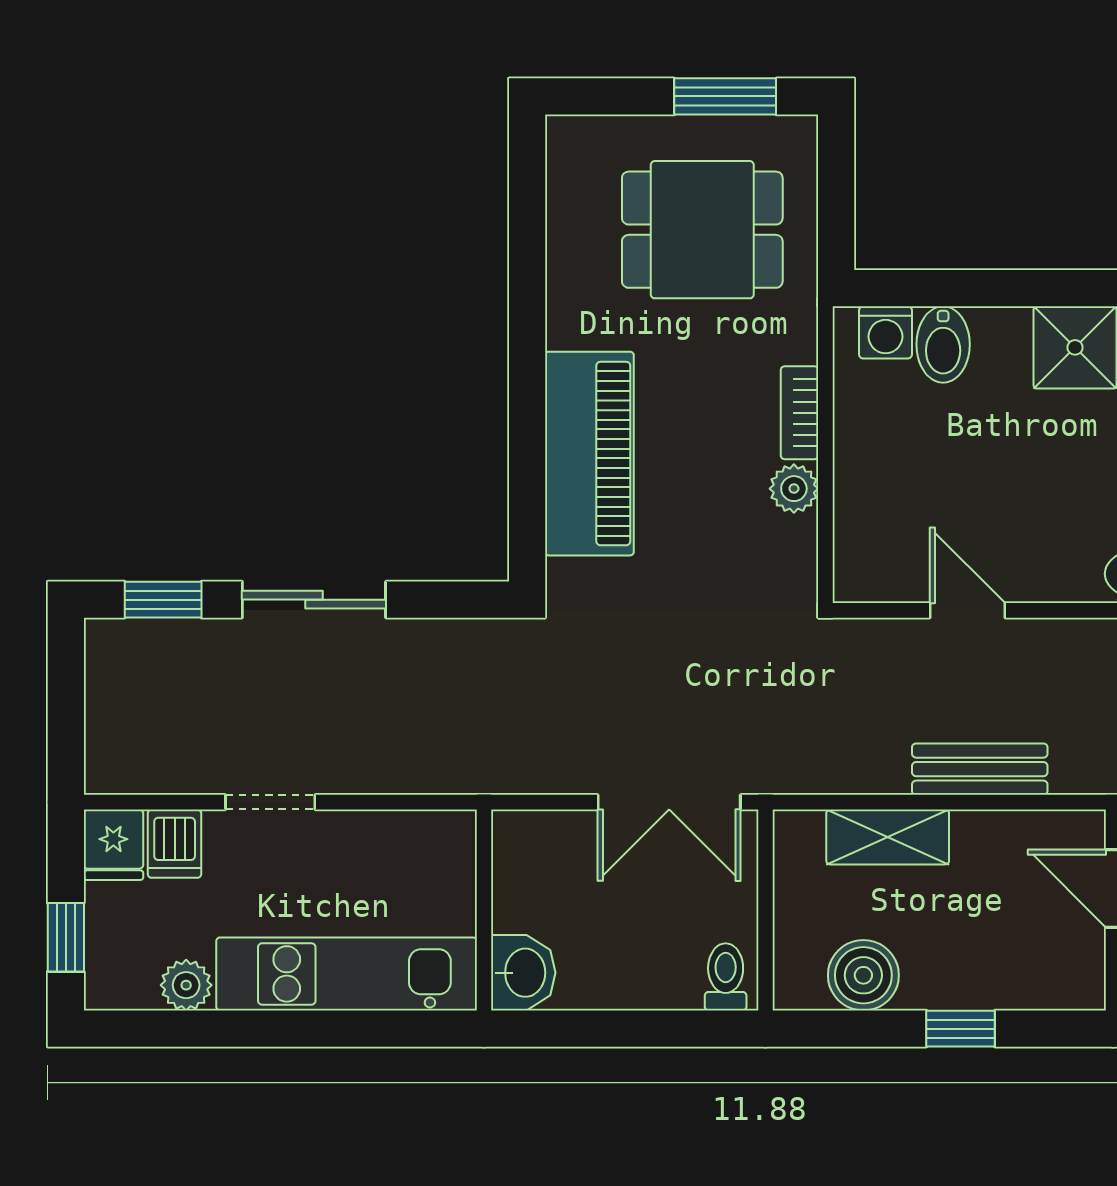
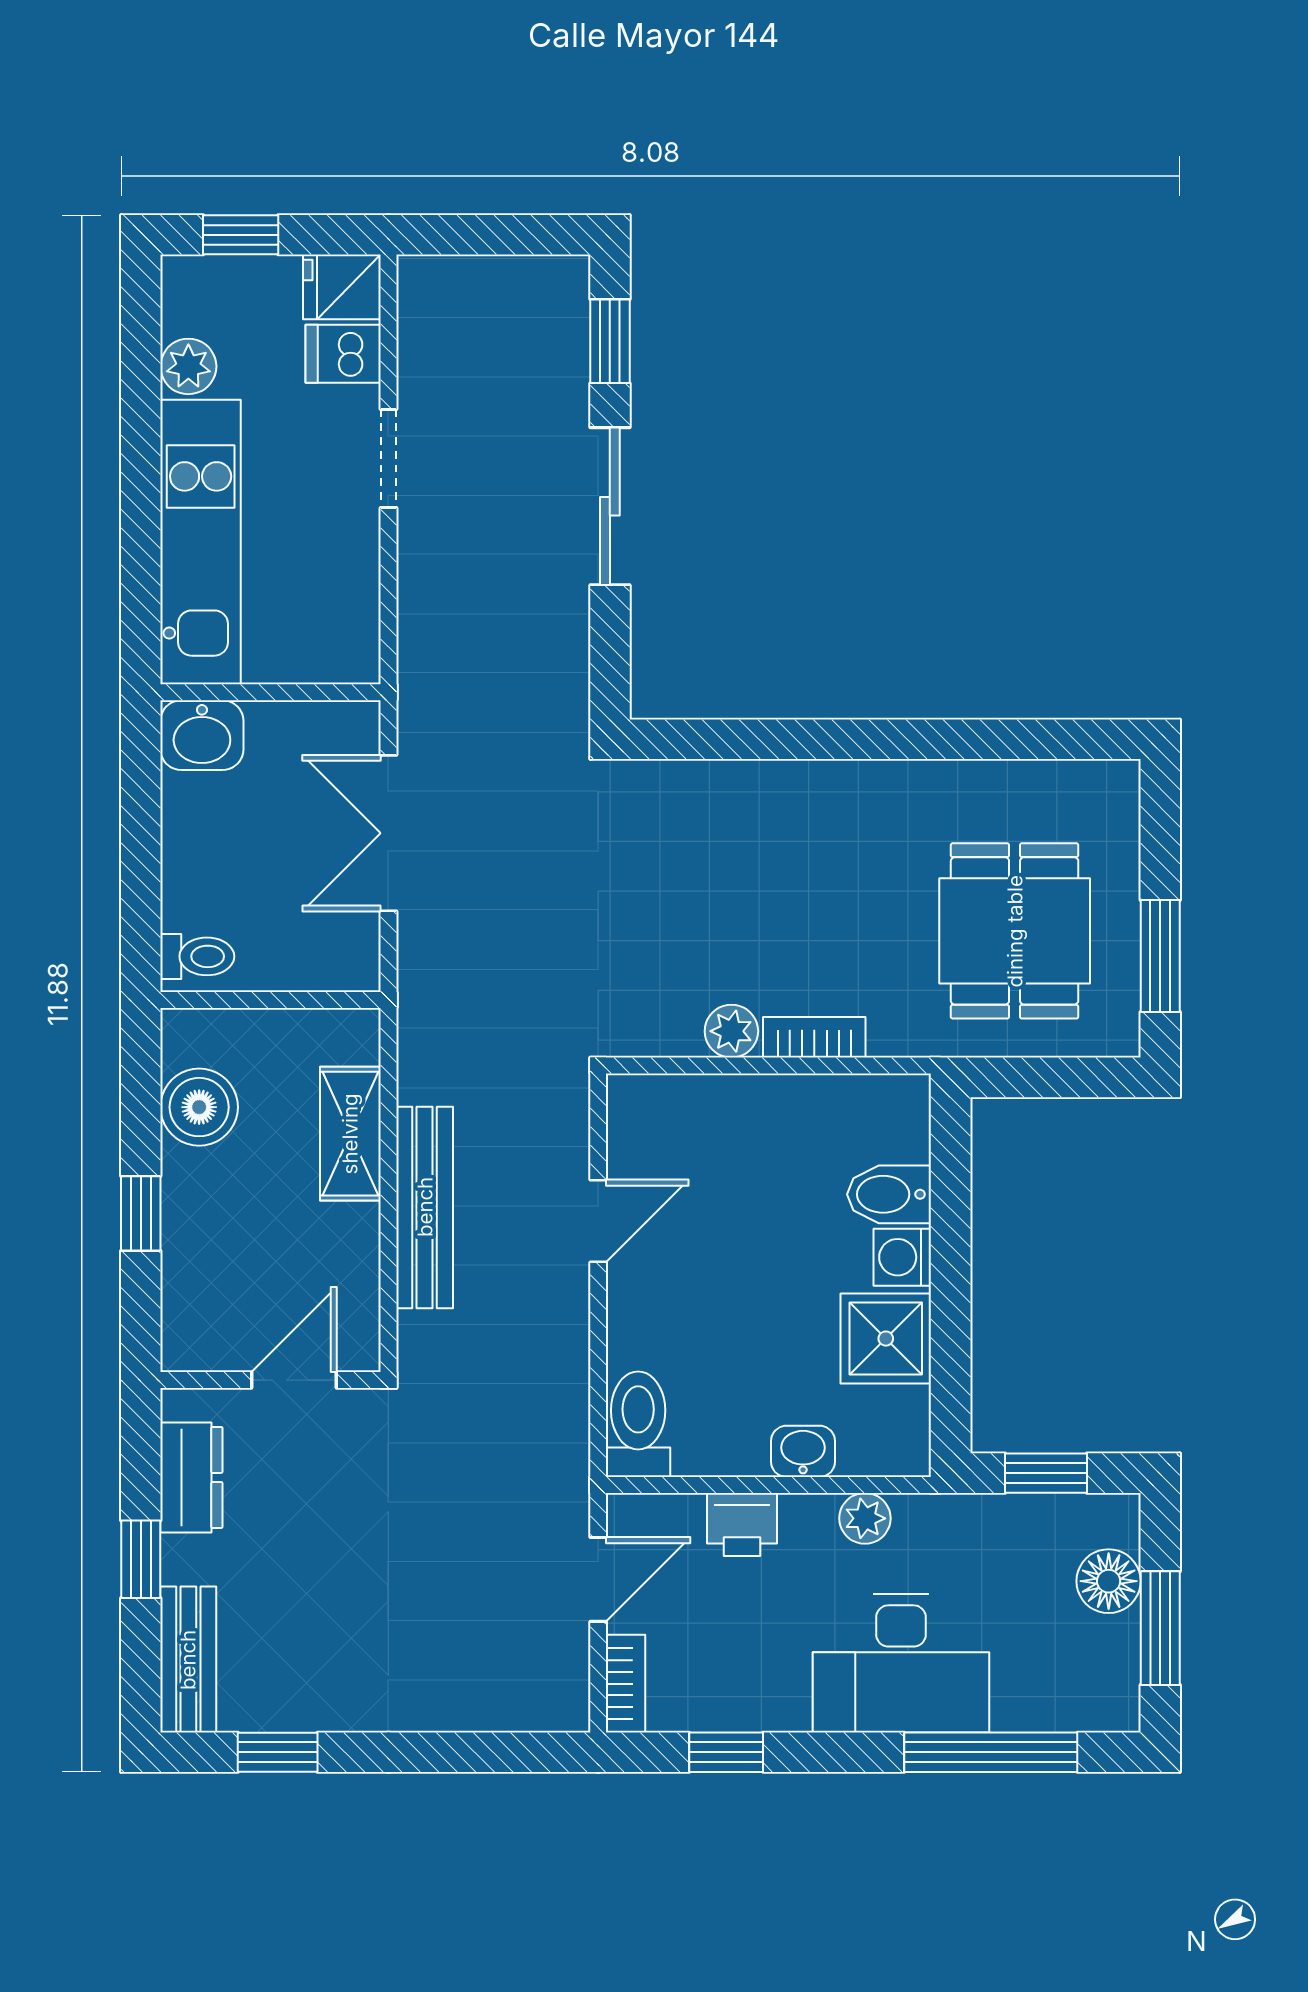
washing machine: (886, 332) -> (902, 1257), moved
piano: (589, 454) -> (770, 807), removed
bench: (980, 769) -> (425, 1207), width x1.36
double door: (669, 802) -> (388, 833), moved

